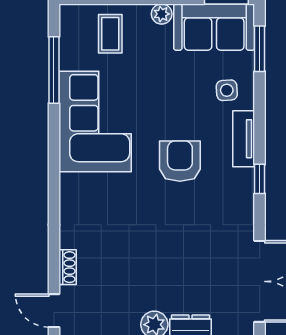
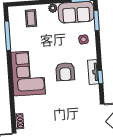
corner sofa: (95, 121) -> (28, 73), moved
tv unit: (244, 139) -> (93, 72), moved
armchair: (180, 161) -> (65, 72), turned 180

